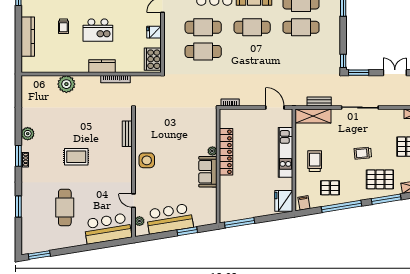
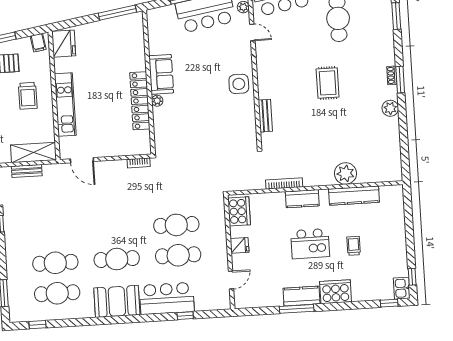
kitchen island: (98, 30) -> (310, 244), turned 180
kitchen counter: (28, 37) -> (354, 196), moved, turned -90
rug: (76, 157) -> (328, 83), turned 90

